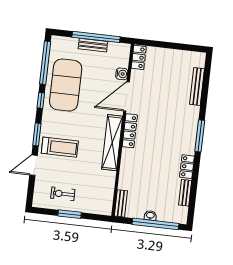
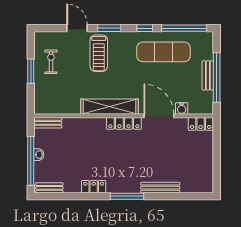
exercise mat: (66, 85) -> (164, 52), width x0.68
bench: (197, 87) -> (160, 188), moved
bench: (185, 193) -> (49, 188), moved

